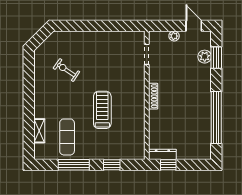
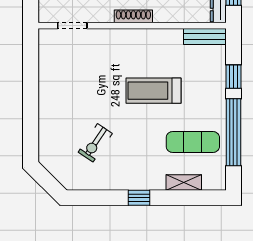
window: (29, 100) -> (139, 198), added
bench: (139, 145) -> (205, 37), added
window: (74, 165) -> (233, 132), width x1.46

